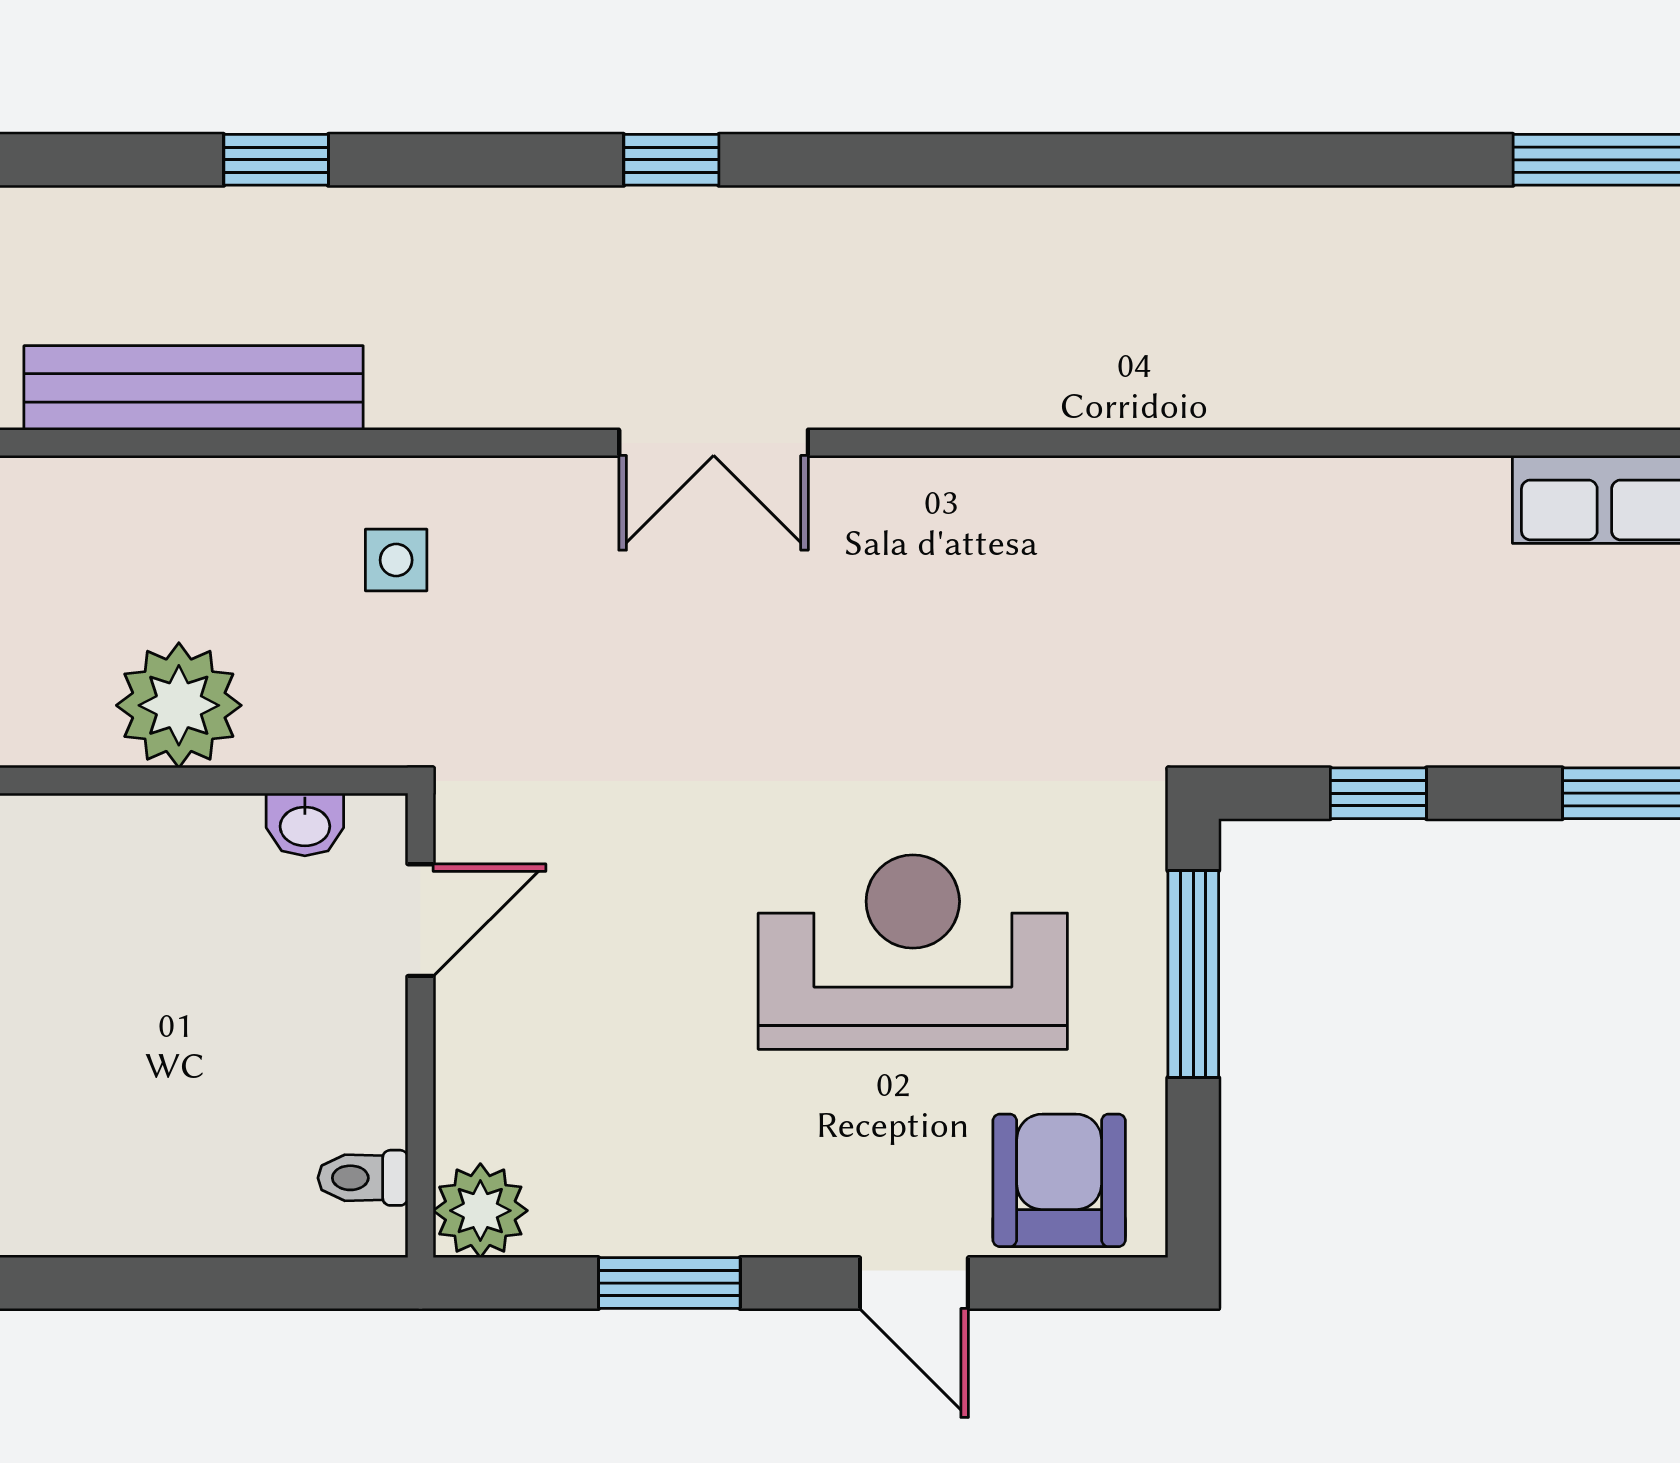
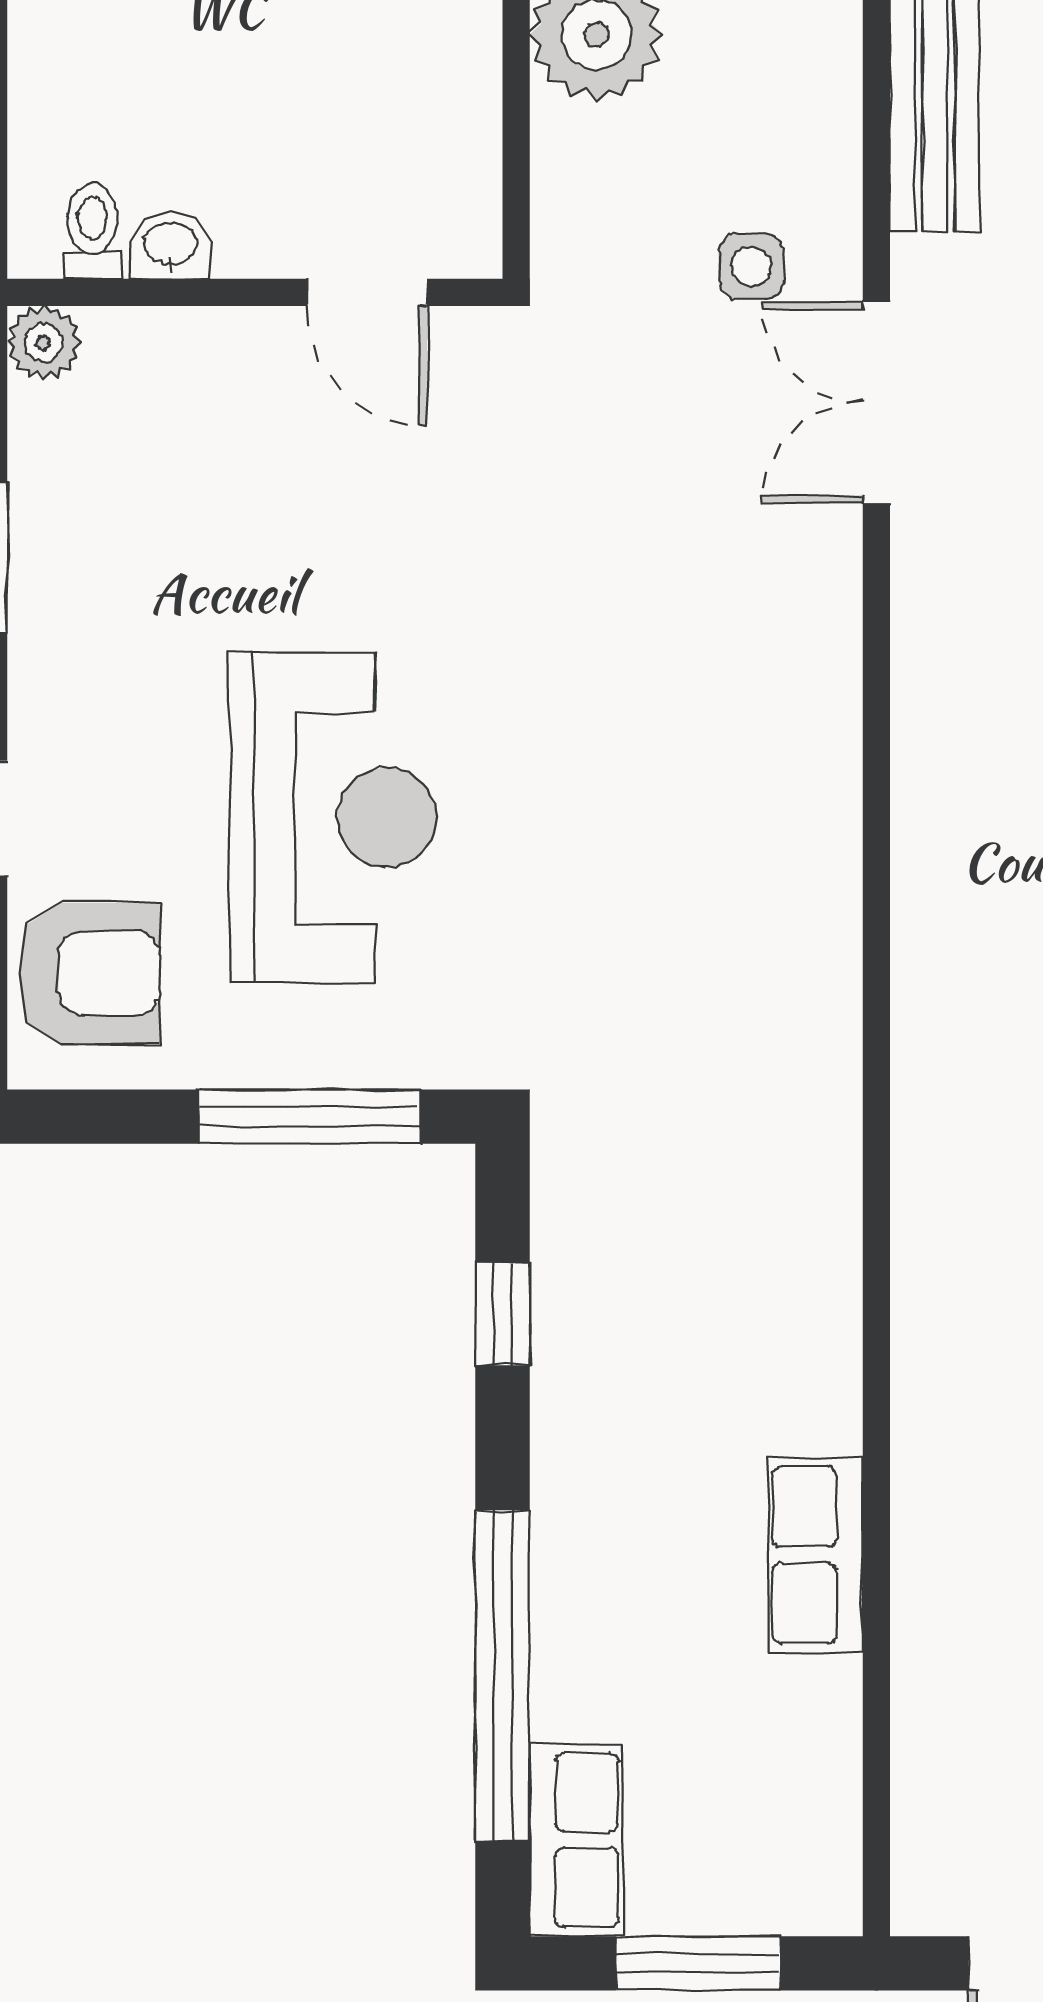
double door: (714, 443) -> (876, 403), moved
washbasin: (305, 825) -> (170, 245), moved, turned 90
plant: (480, 1211) -> (44, 342), width x0.73, depth x0.73

